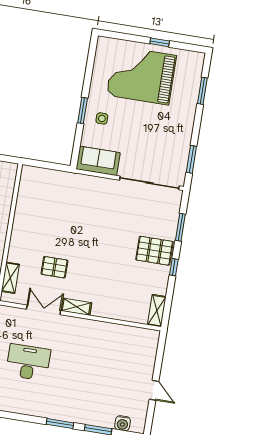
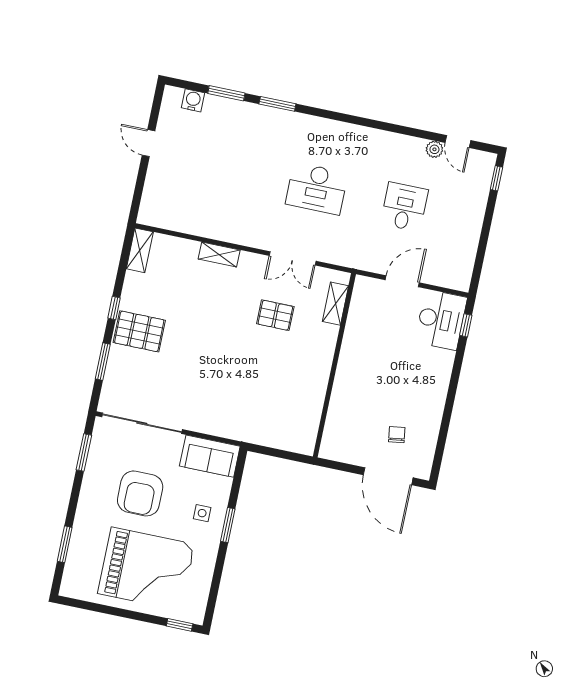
window: (160, 42) -> (180, 625), moved
armchair: (148, 131) -> (140, 493), added
shelving: (76, 307) -> (219, 254), moved

